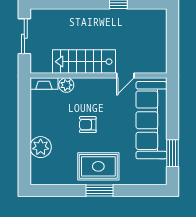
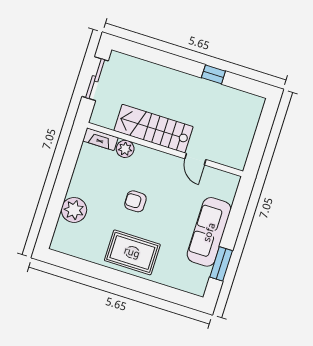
door: (125, 76) -> (195, 159), hinge flipped
sofa: (151, 120) -> (209, 232), width x0.74, depth x0.79
window: (100, 190) -> (125, 280), removed

